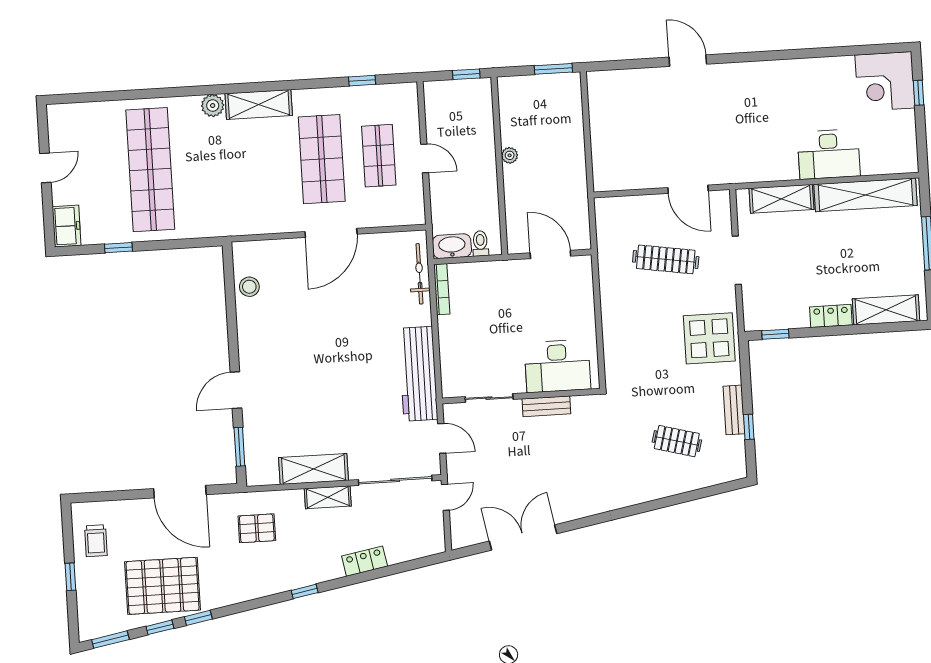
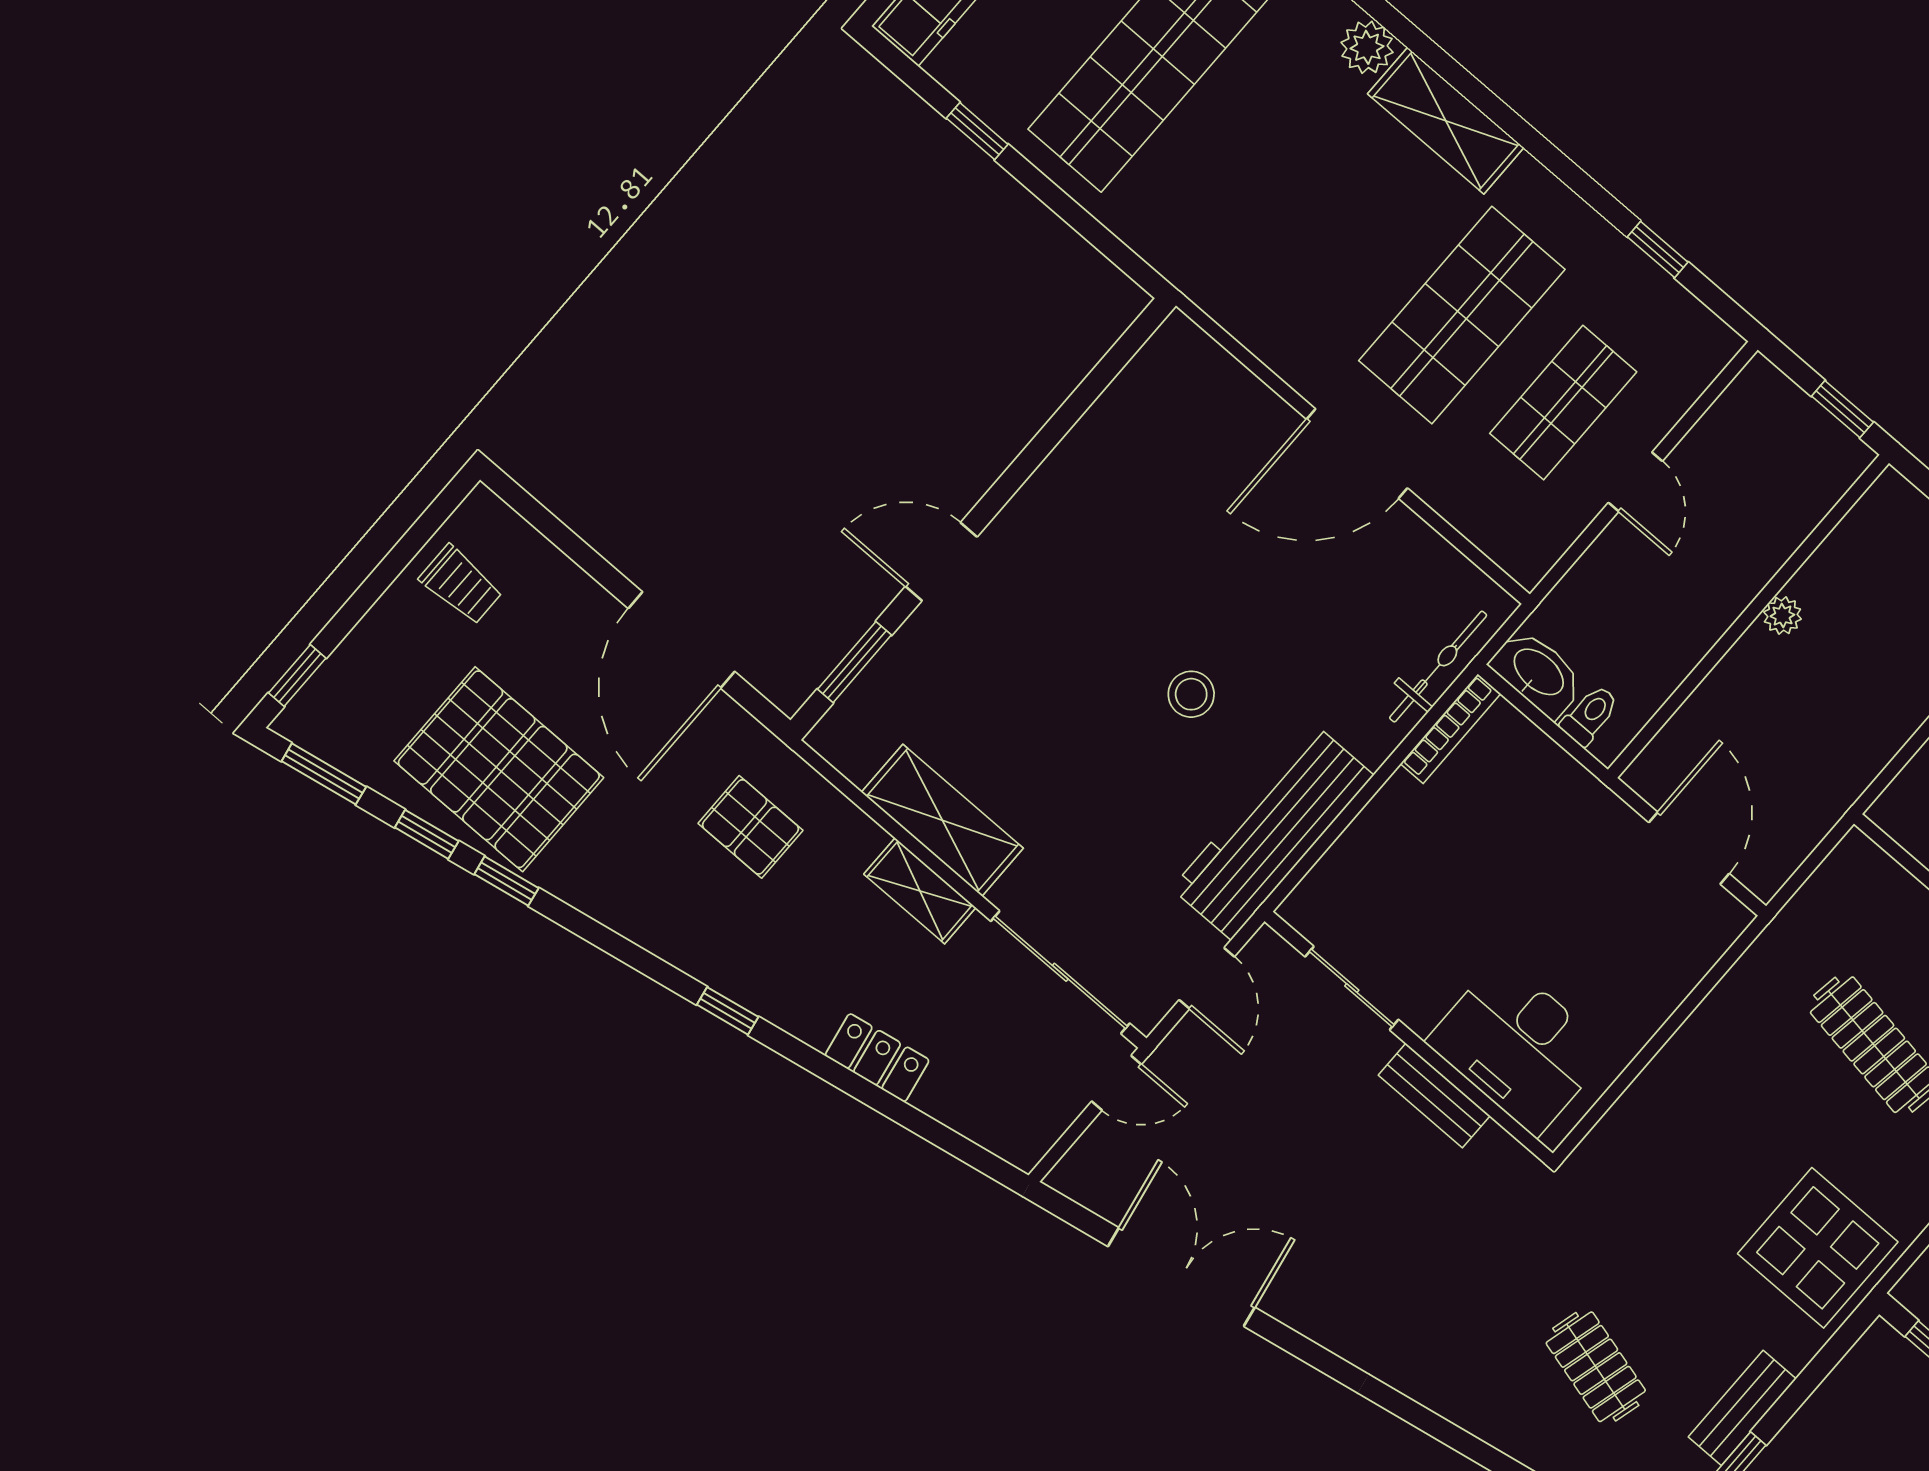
stool: (249, 287) -> (1191, 694), moved
trolley: (96, 541) -> (461, 585), turned -90
window: (70, 577) -> (297, 676), moved

